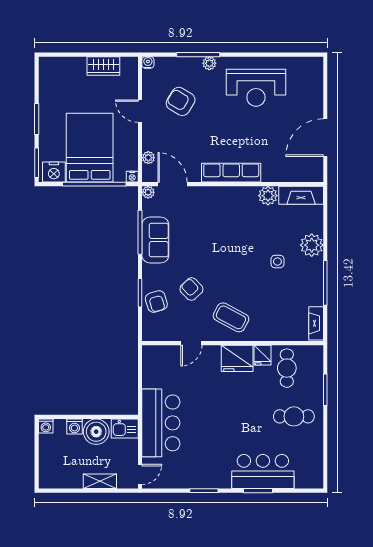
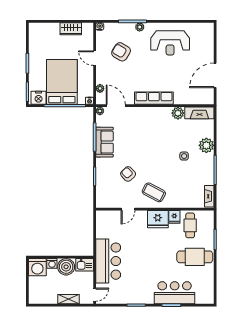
armchair: (156, 302) -> (105, 182), removed
cafe table: (294, 416) -> (195, 257), width x1.37, depth x1.35
washing machine: (46, 426) -> (37, 267), width x1.89, depth x1.89

